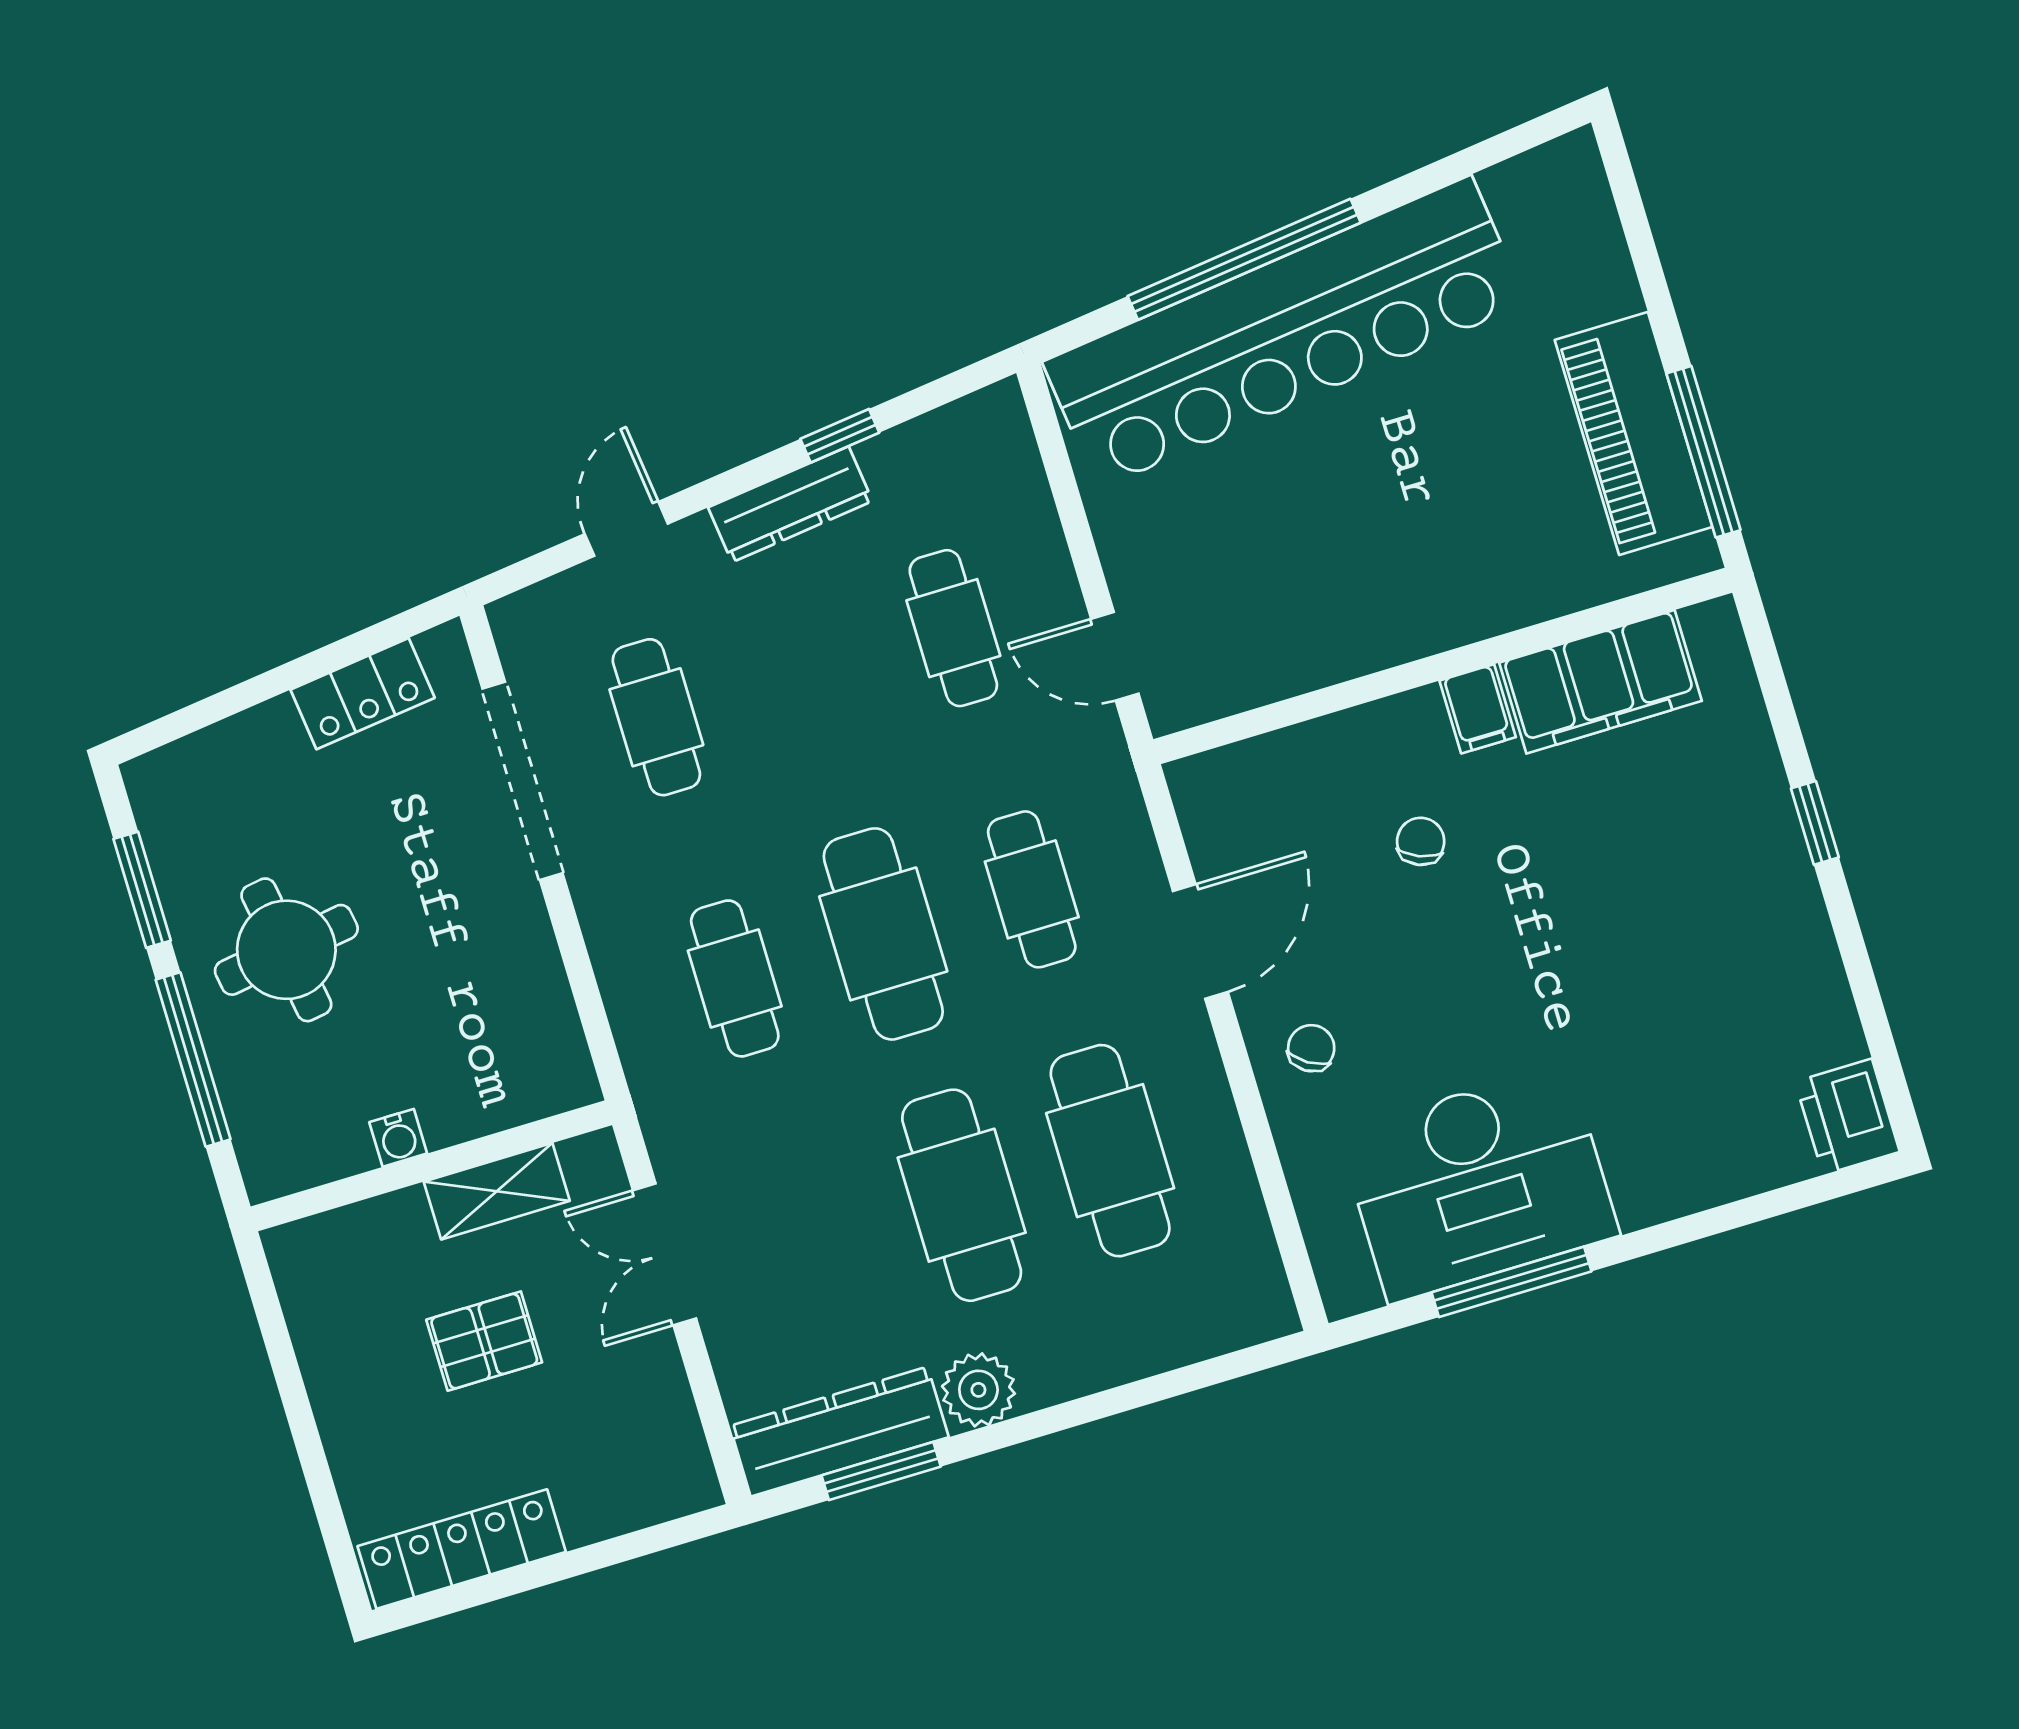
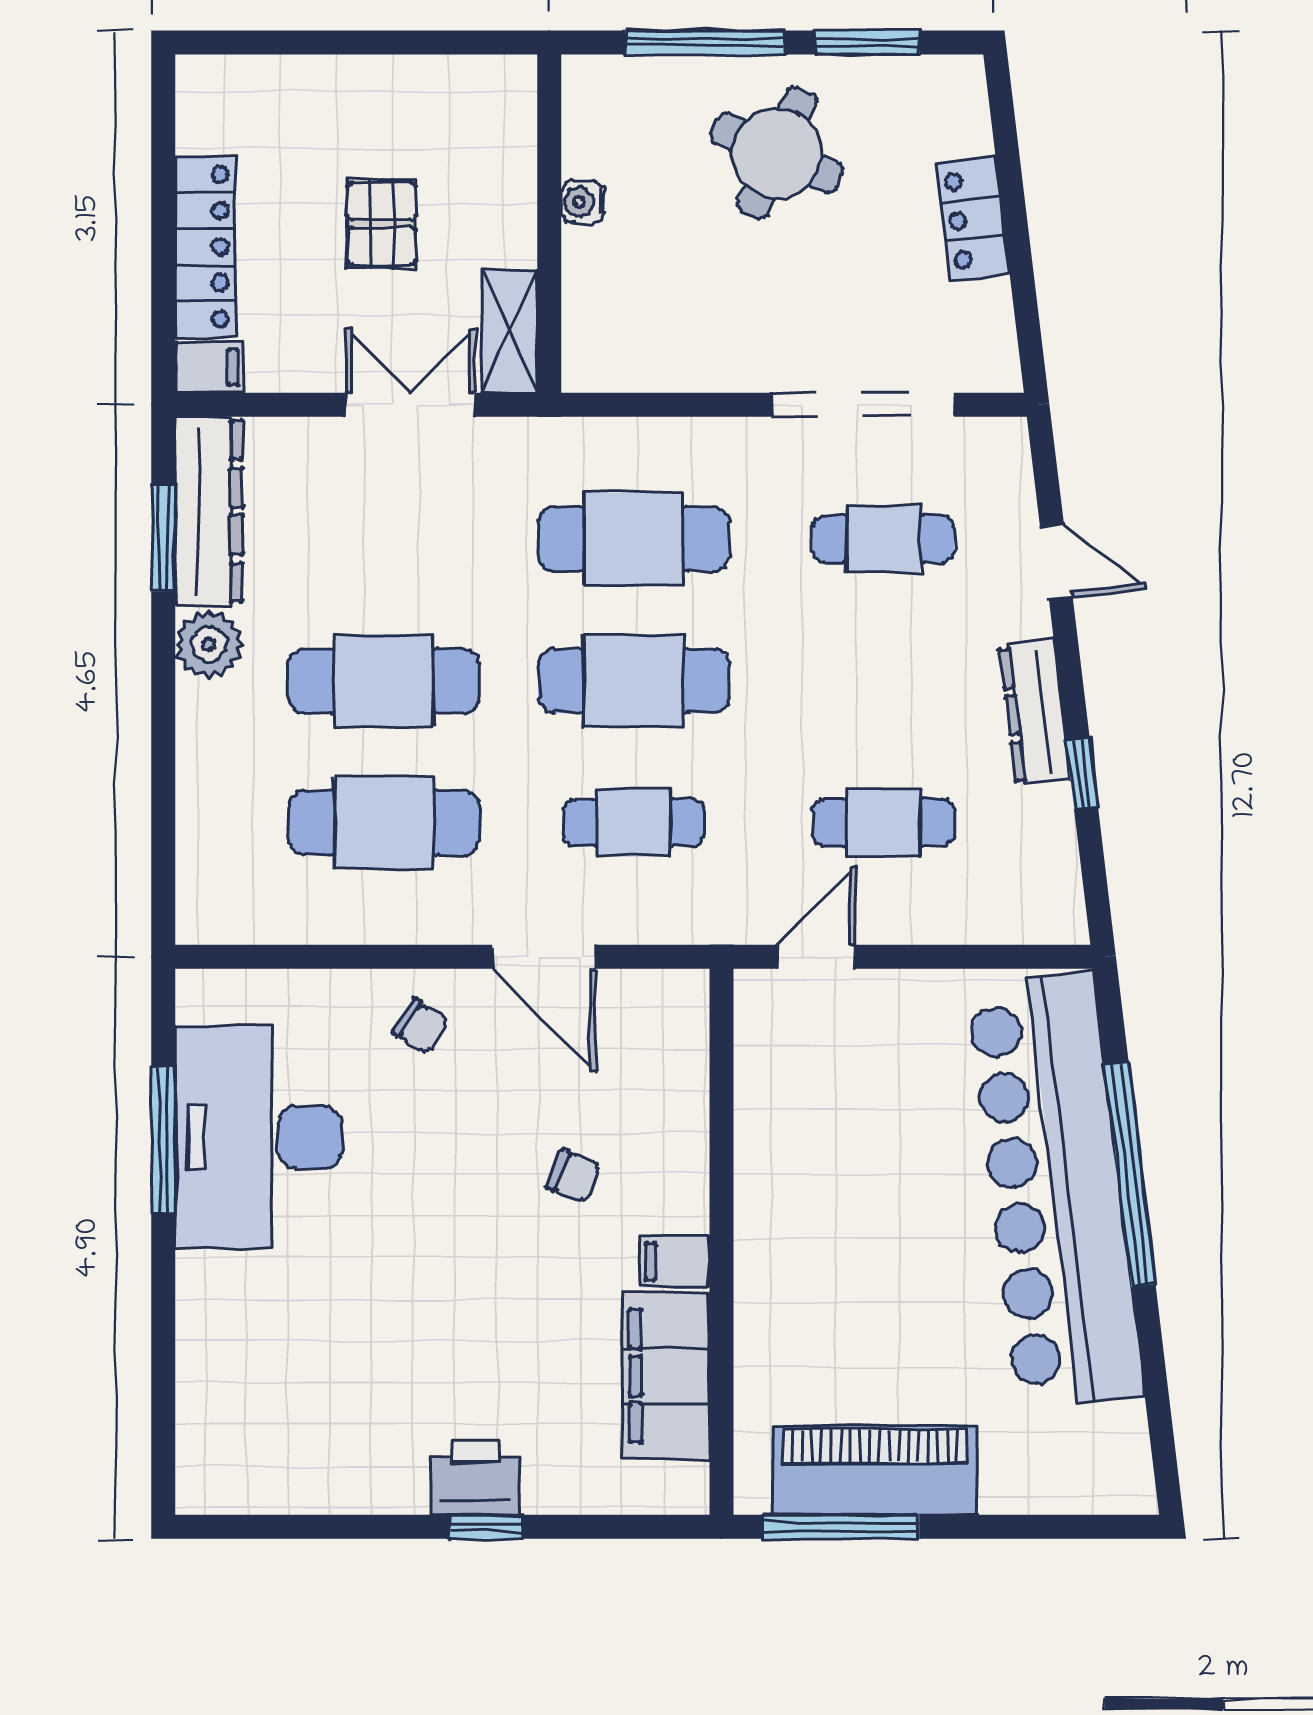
locker: (363, 694) -> (973, 219), moved
round table: (286, 950) -> (777, 153), turned 33
cafe table: (735, 978) -> (634, 539), width x1.37, depth x1.35
printer: (1847, 1117) -> (475, 1478), moved
shelving: (497, 1191) -> (510, 331), moved
filing cabinet: (689, 1476) -> (209, 367), added
locker: (462, 1549) -> (205, 247), moved

